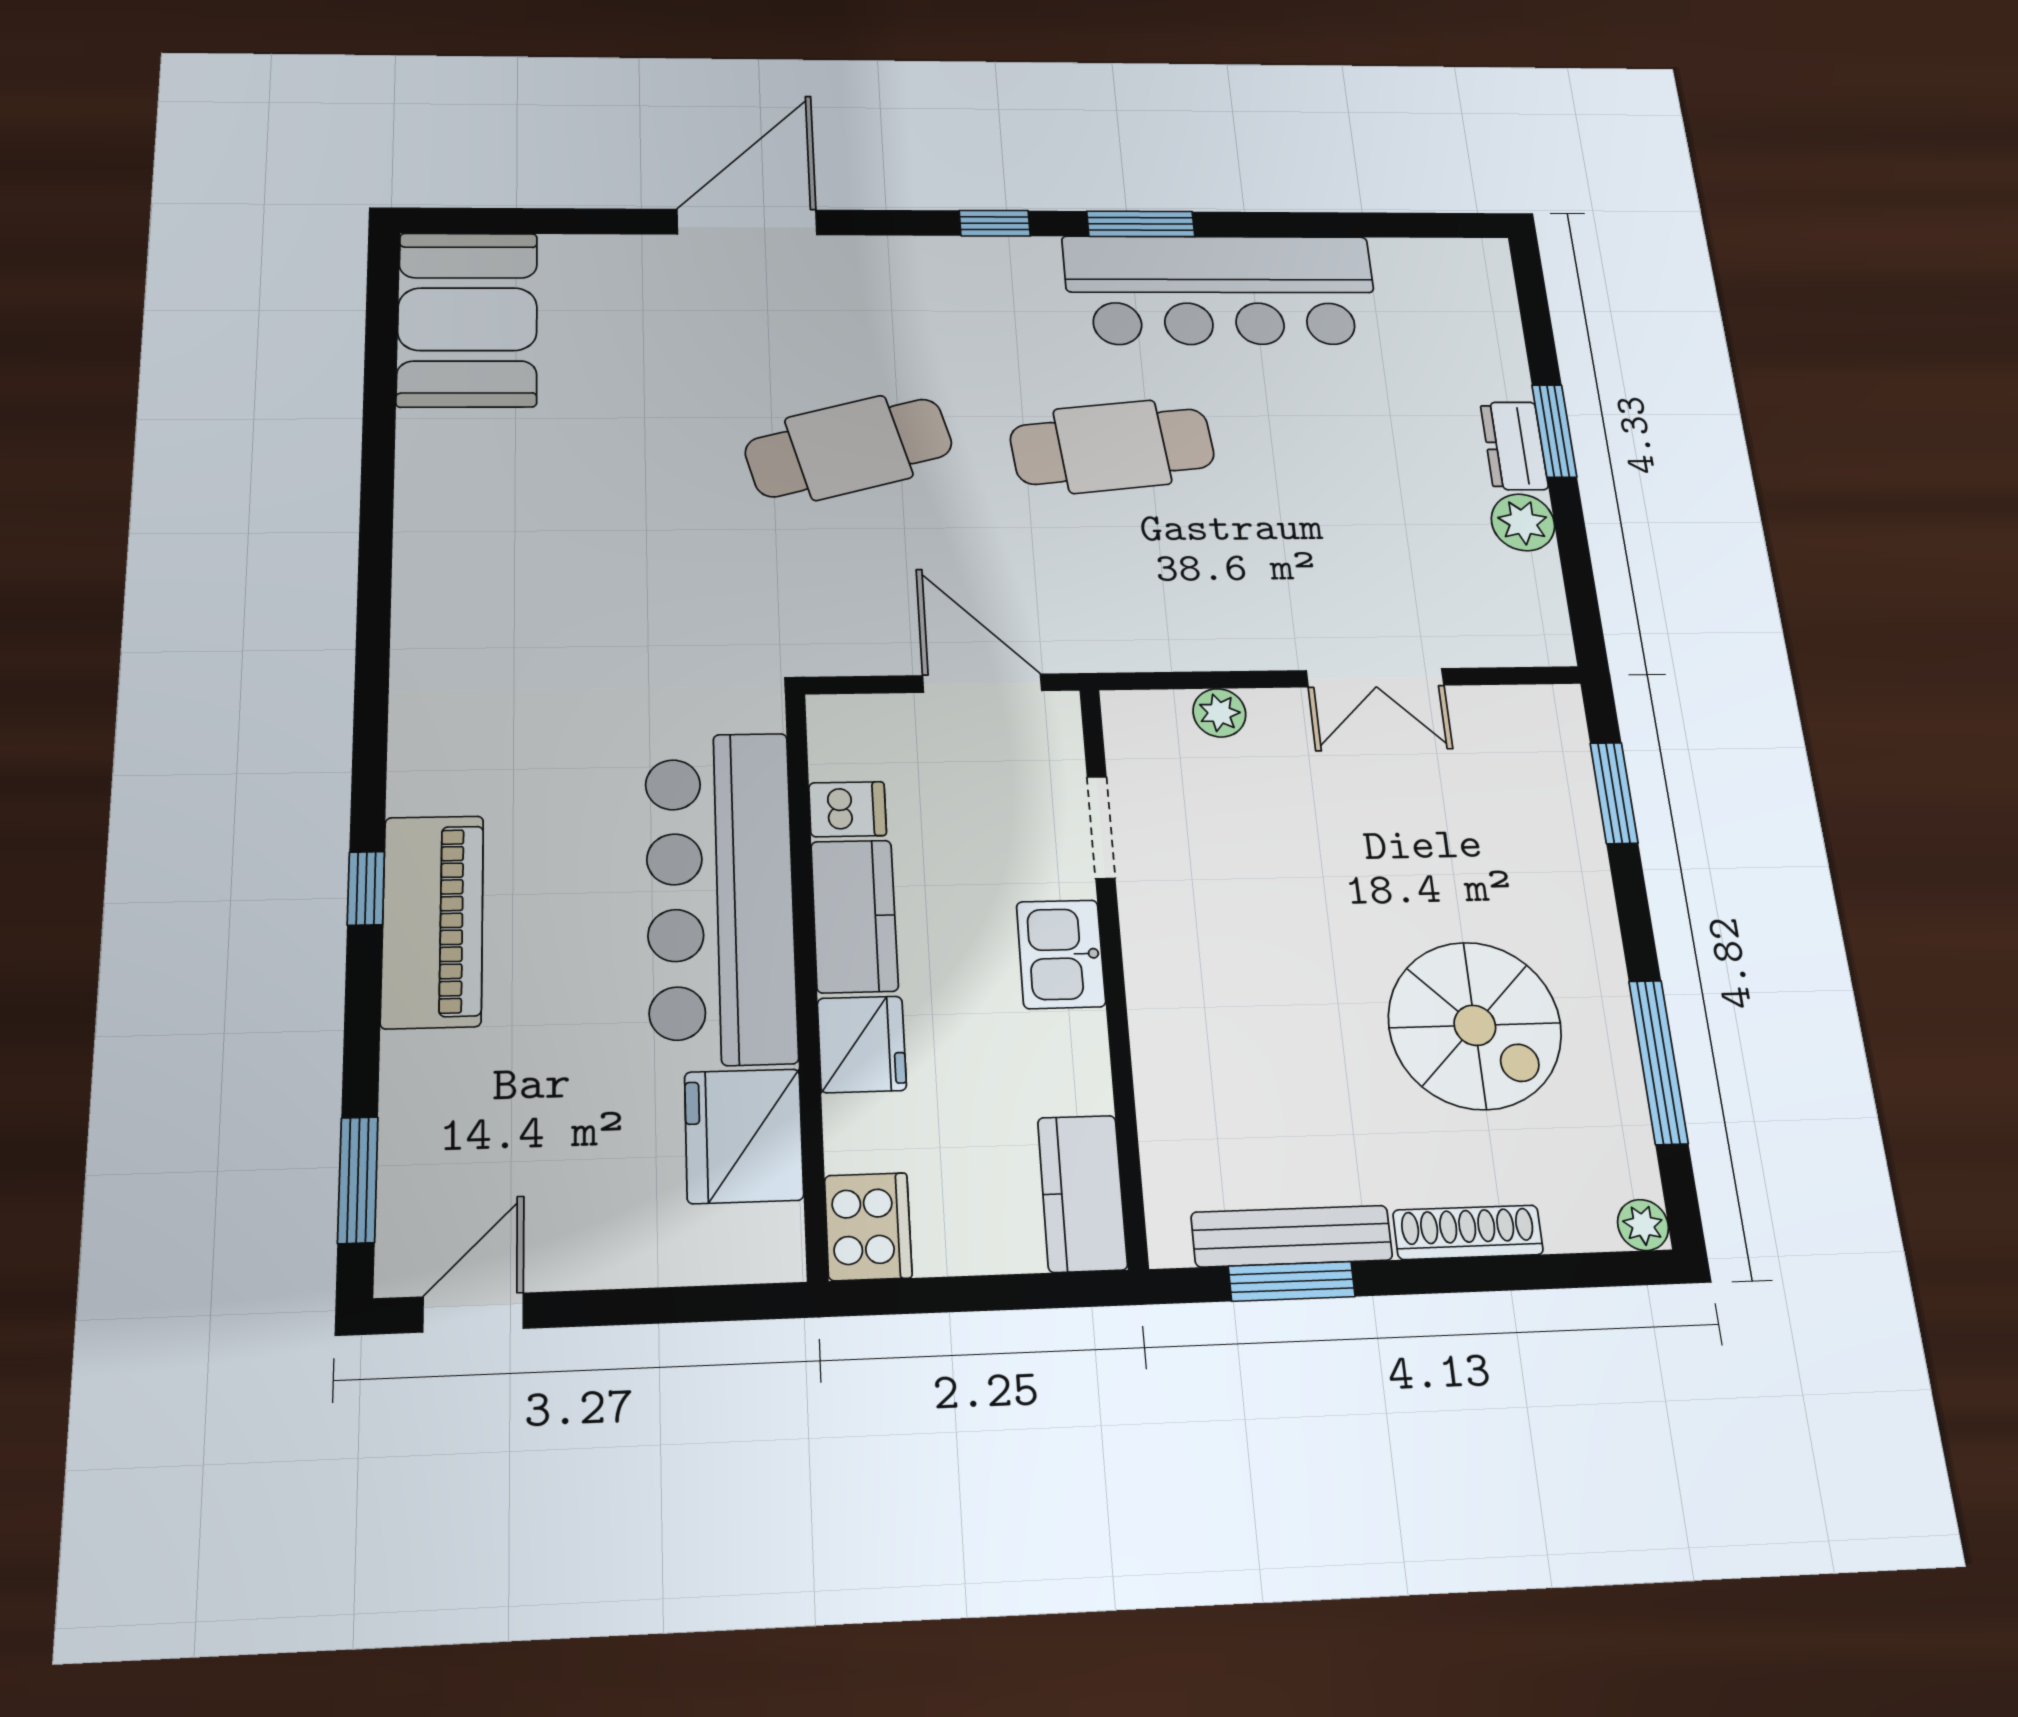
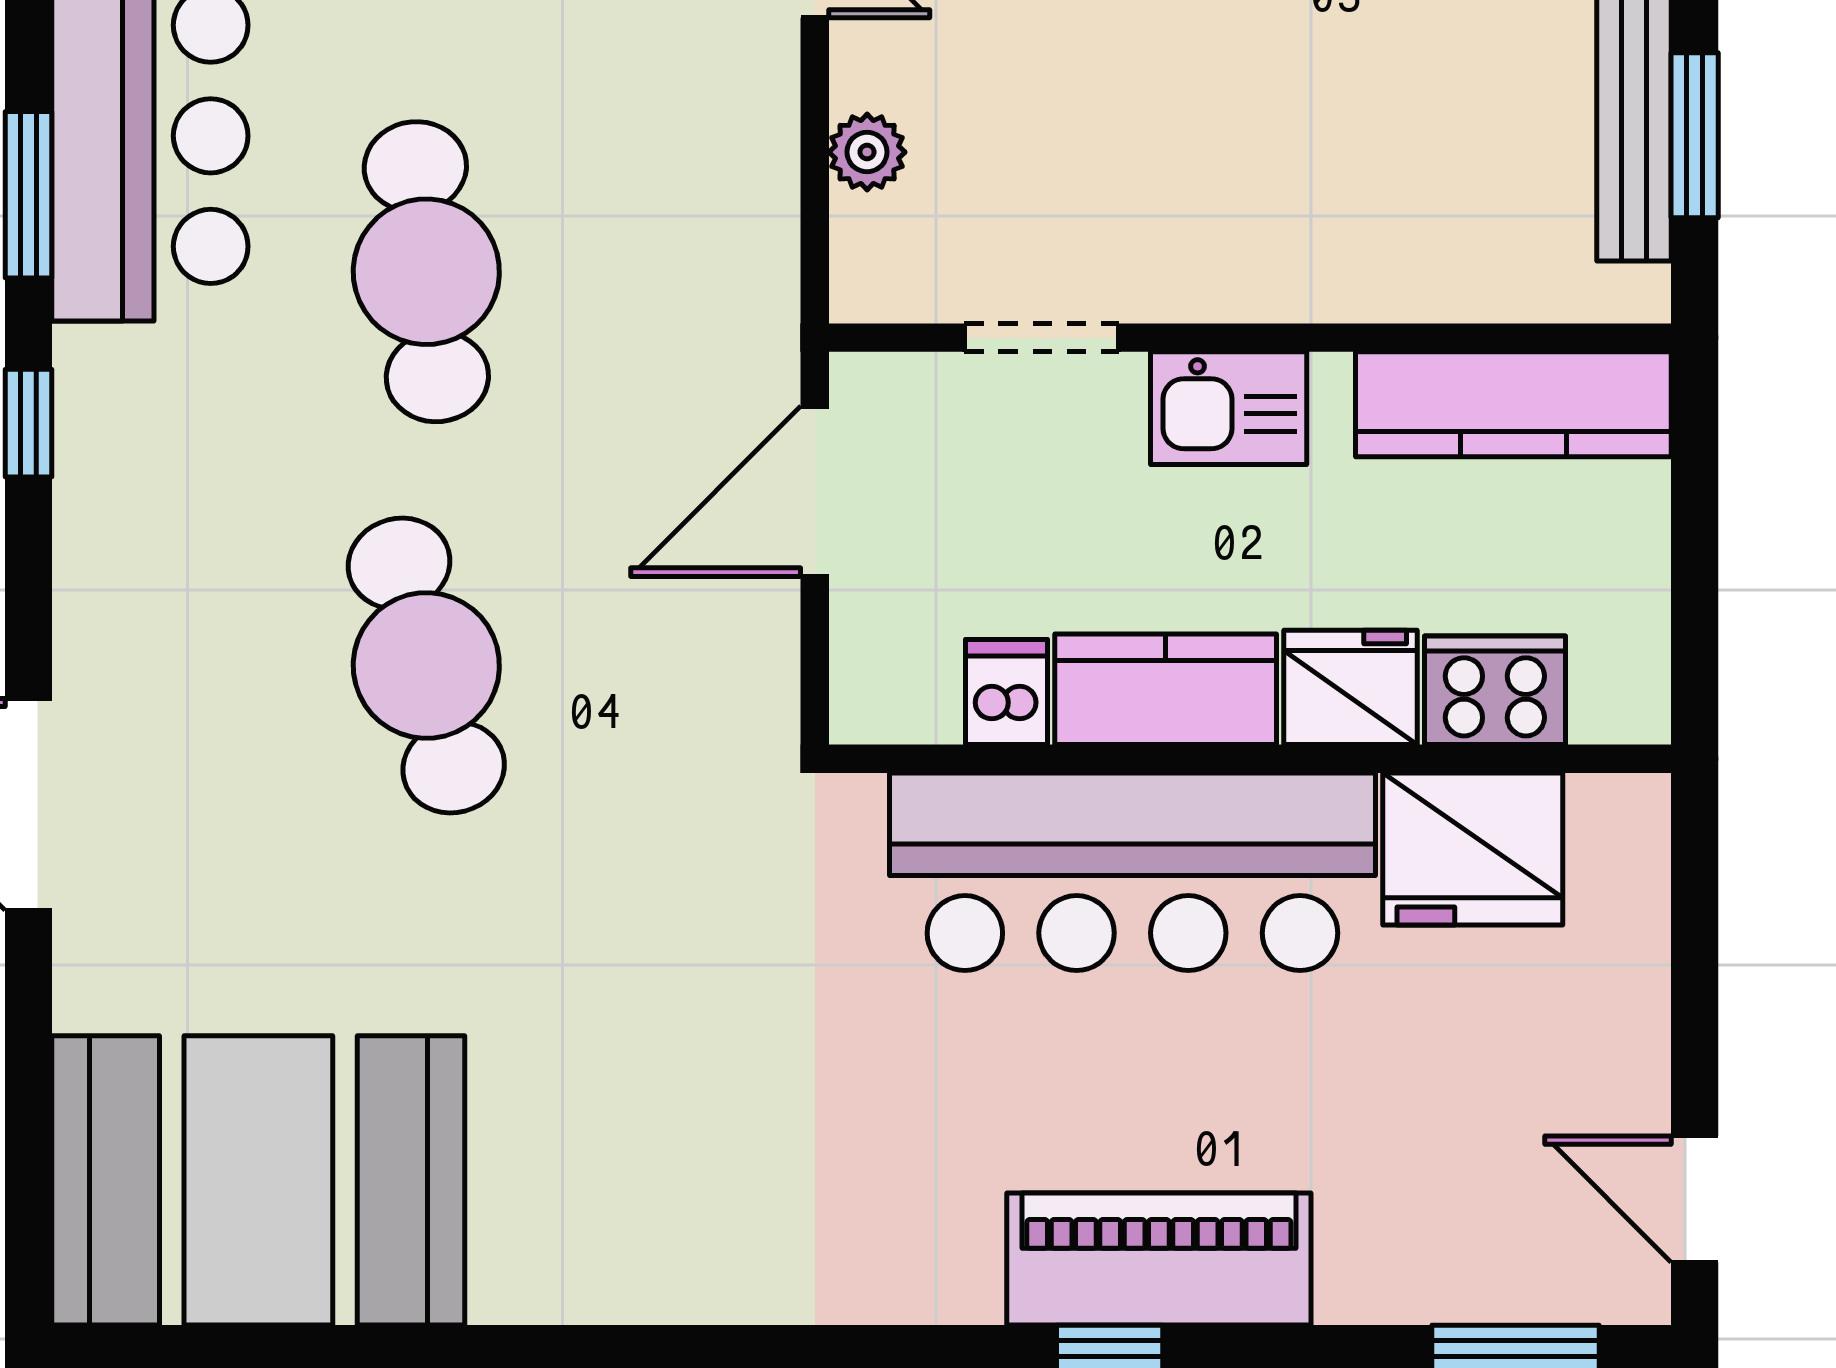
booth: (468, 319) -> (258, 1180), width x1.36, depth x1.42
kitchen counter: (1082, 1193) -> (1513, 404), width x1.50
cooker: (868, 1227) -> (1495, 690), moved

